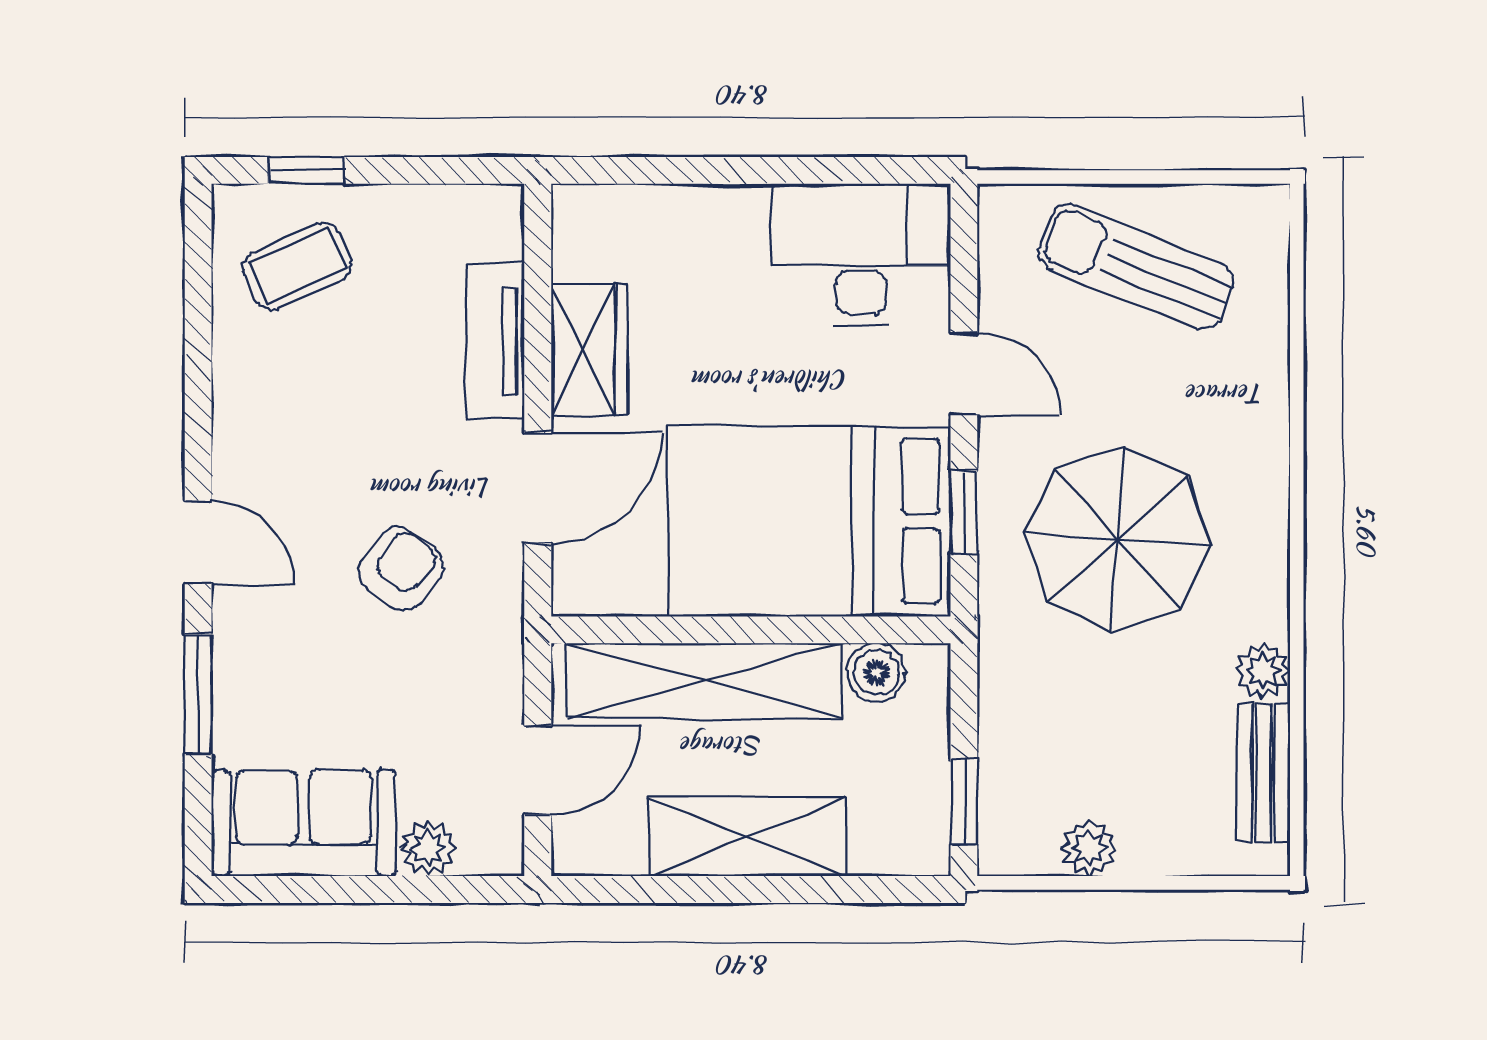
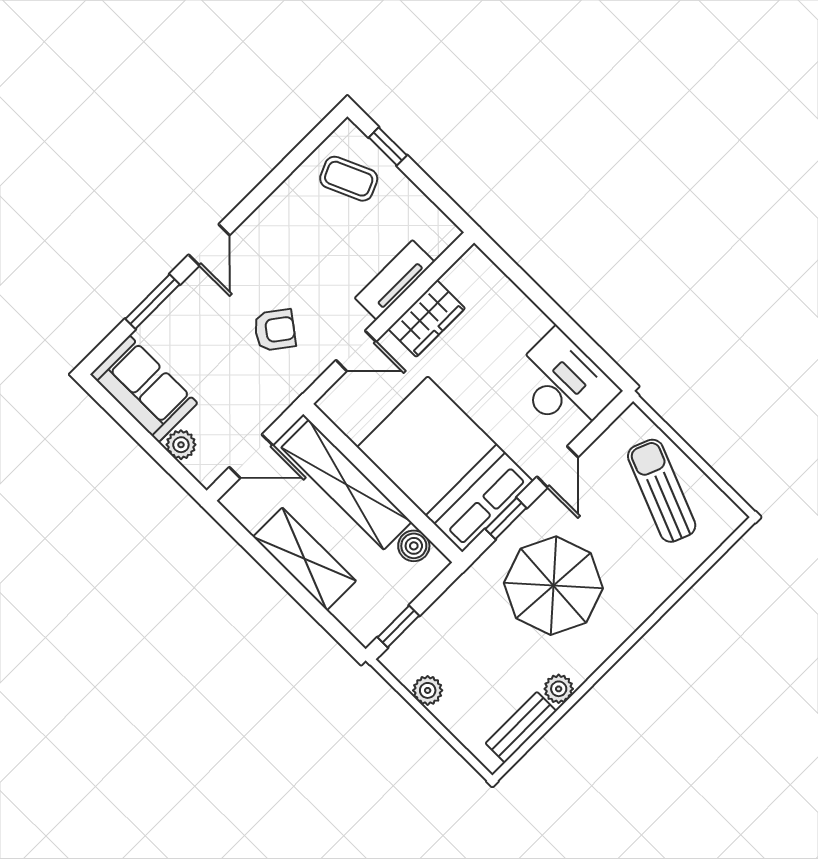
door: (538, 488) -> (356, 351), width x0.73

